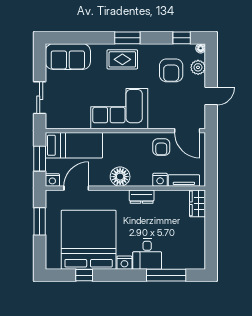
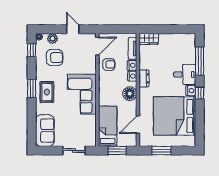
nightstand: (52, 180) -> (132, 76), moved
door: (76, 188) -> (138, 125), hinge flipped
window: (84, 275) -> (200, 93), moved

